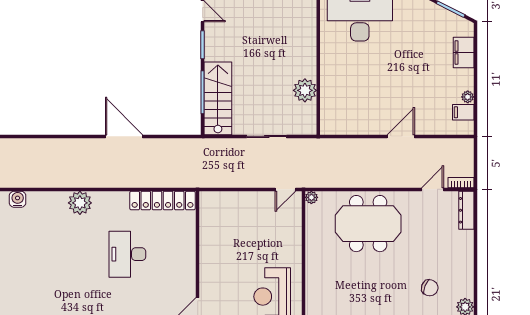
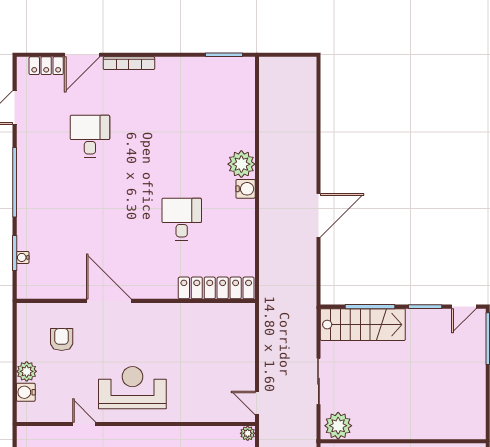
plant: (305, 90) -> (338, 426), moved
water cooler: (18, 199) -> (246, 189), moved
locker: (163, 201) -> (216, 288), moved, turned 90
desk: (127, 254) -> (182, 219), width x0.73

